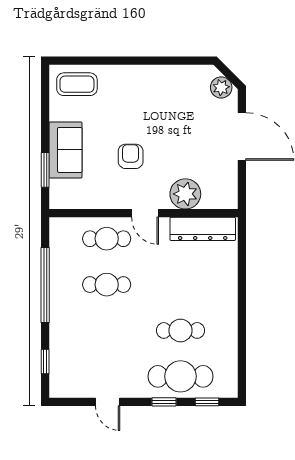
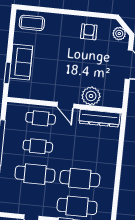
armchair: (131, 156) -> (89, 32), moved
cafe table: (107, 330) -> (35, 174), added
cafe table: (180, 330) -> (80, 179), width x1.37, depth x1.35

